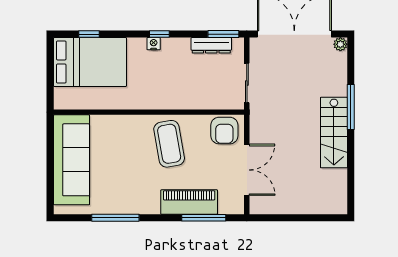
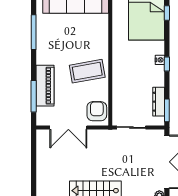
armchair: (224, 131) -> (97, 111), turned 90

